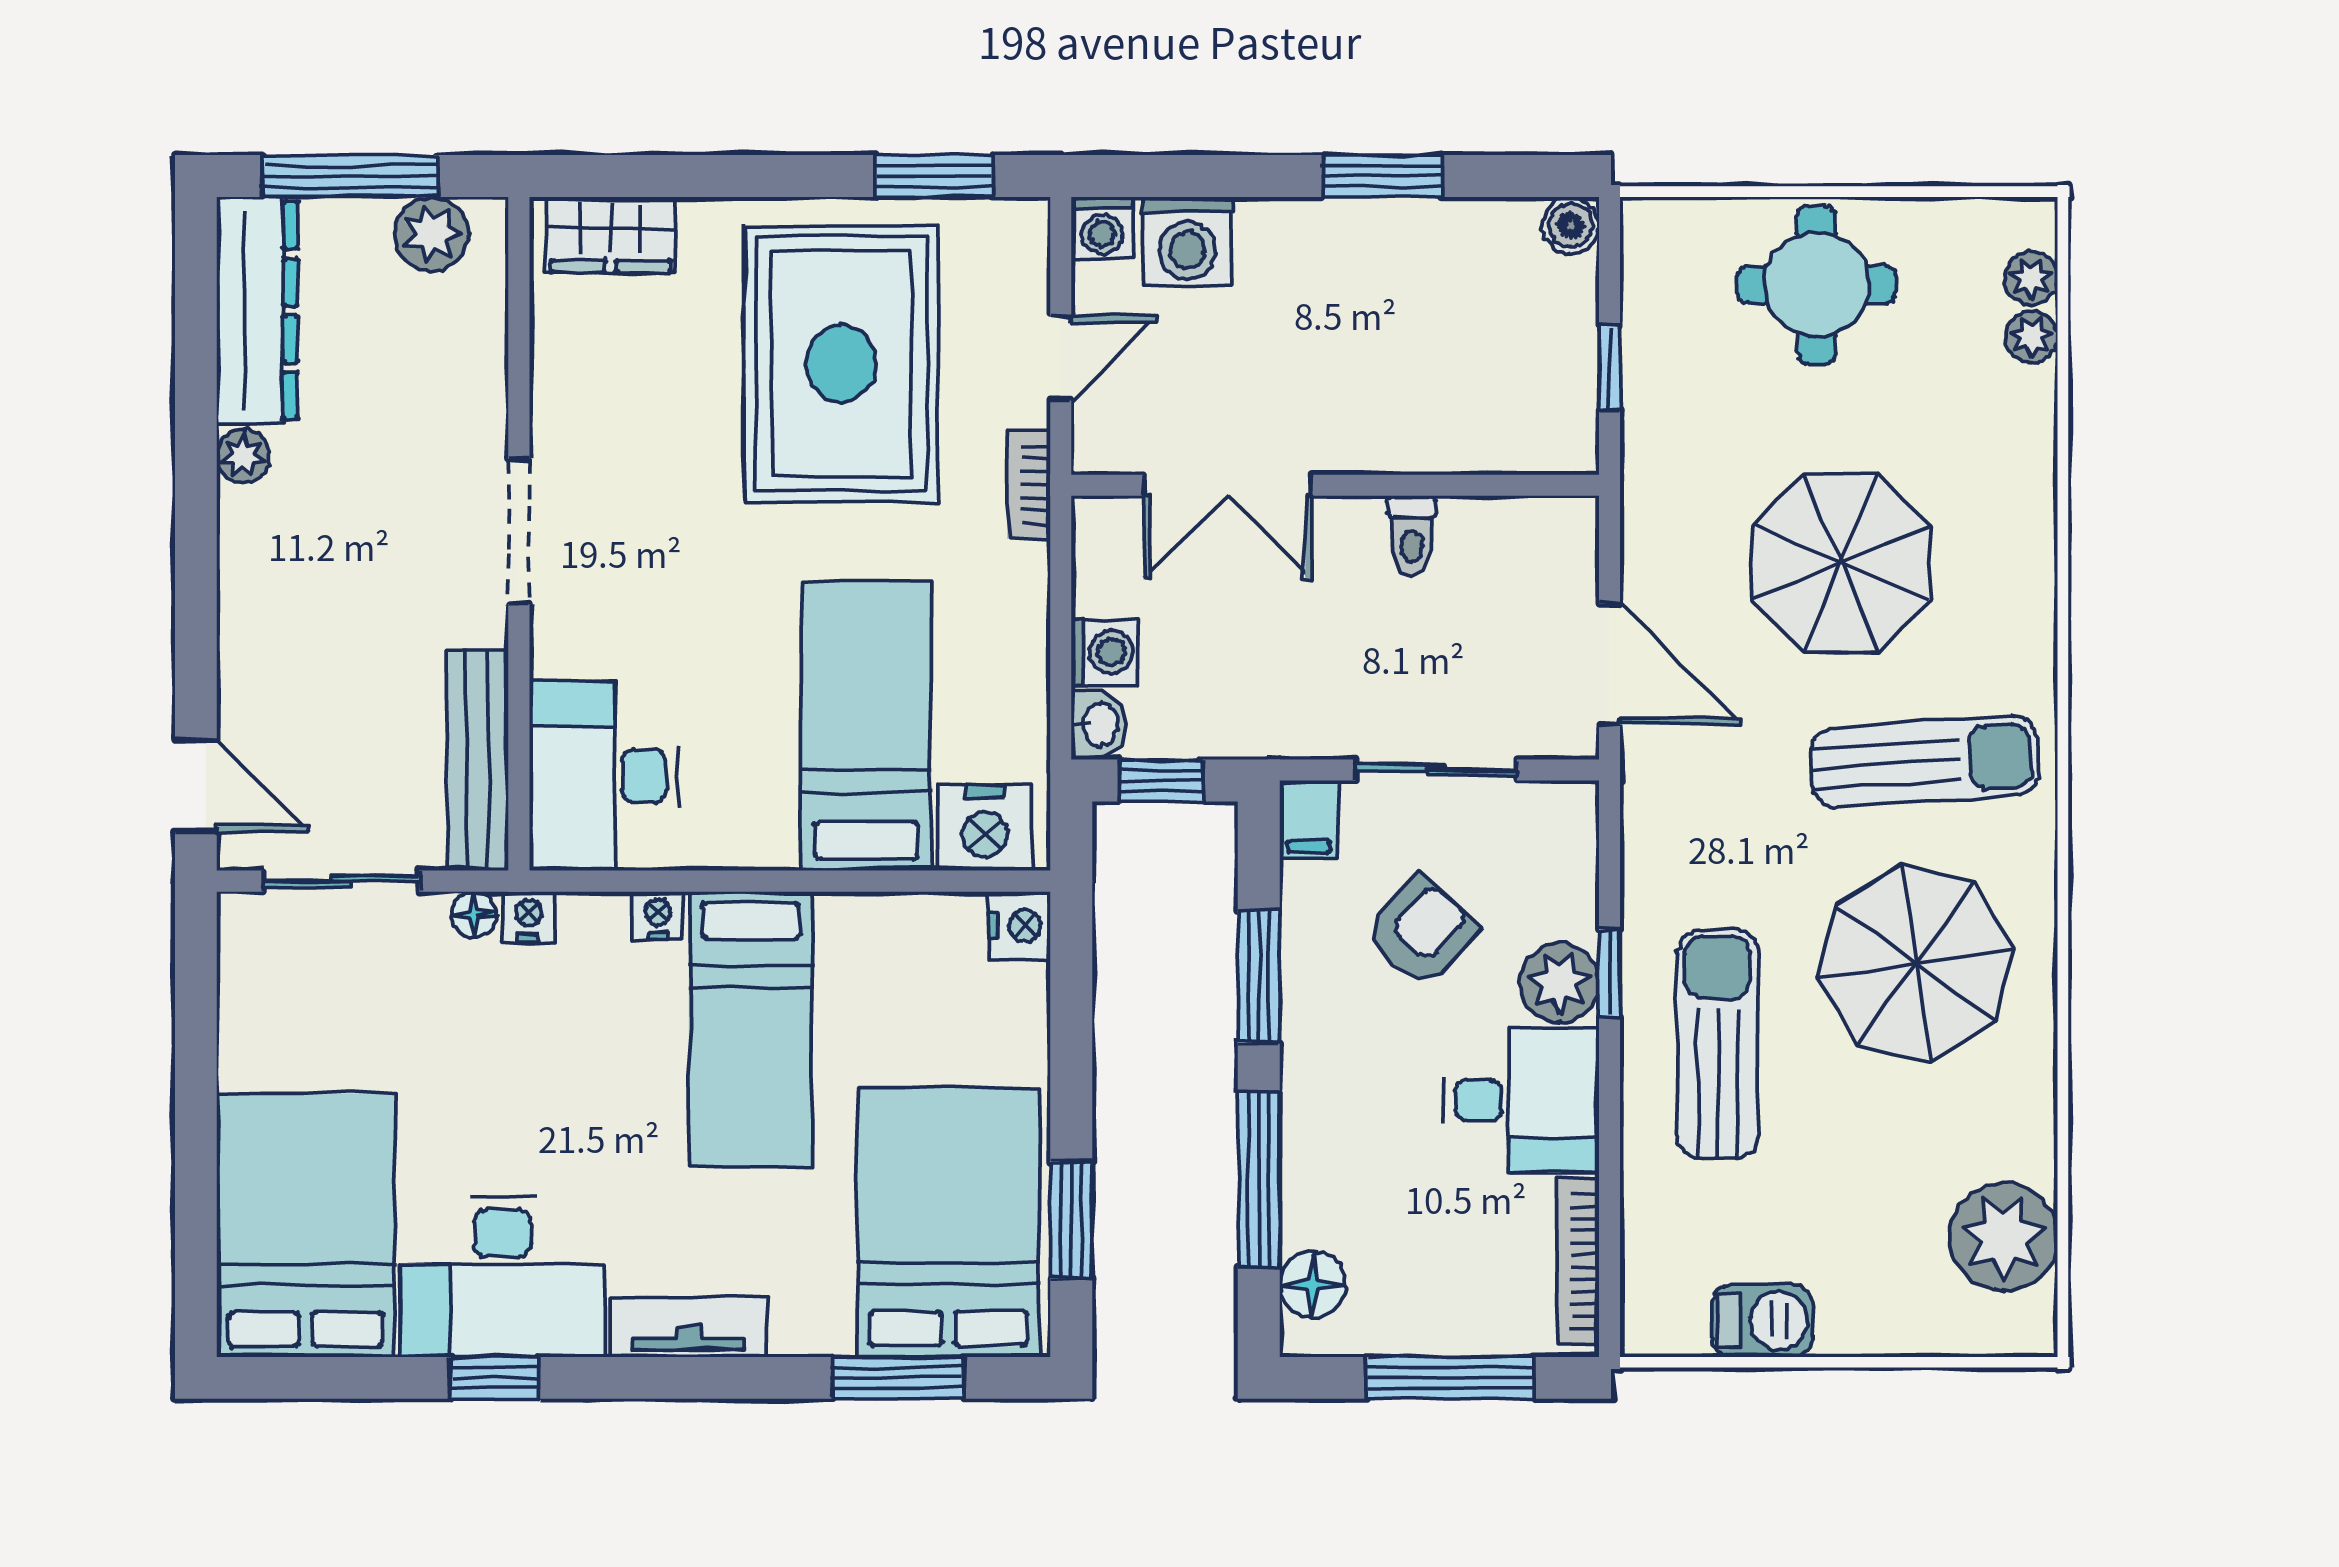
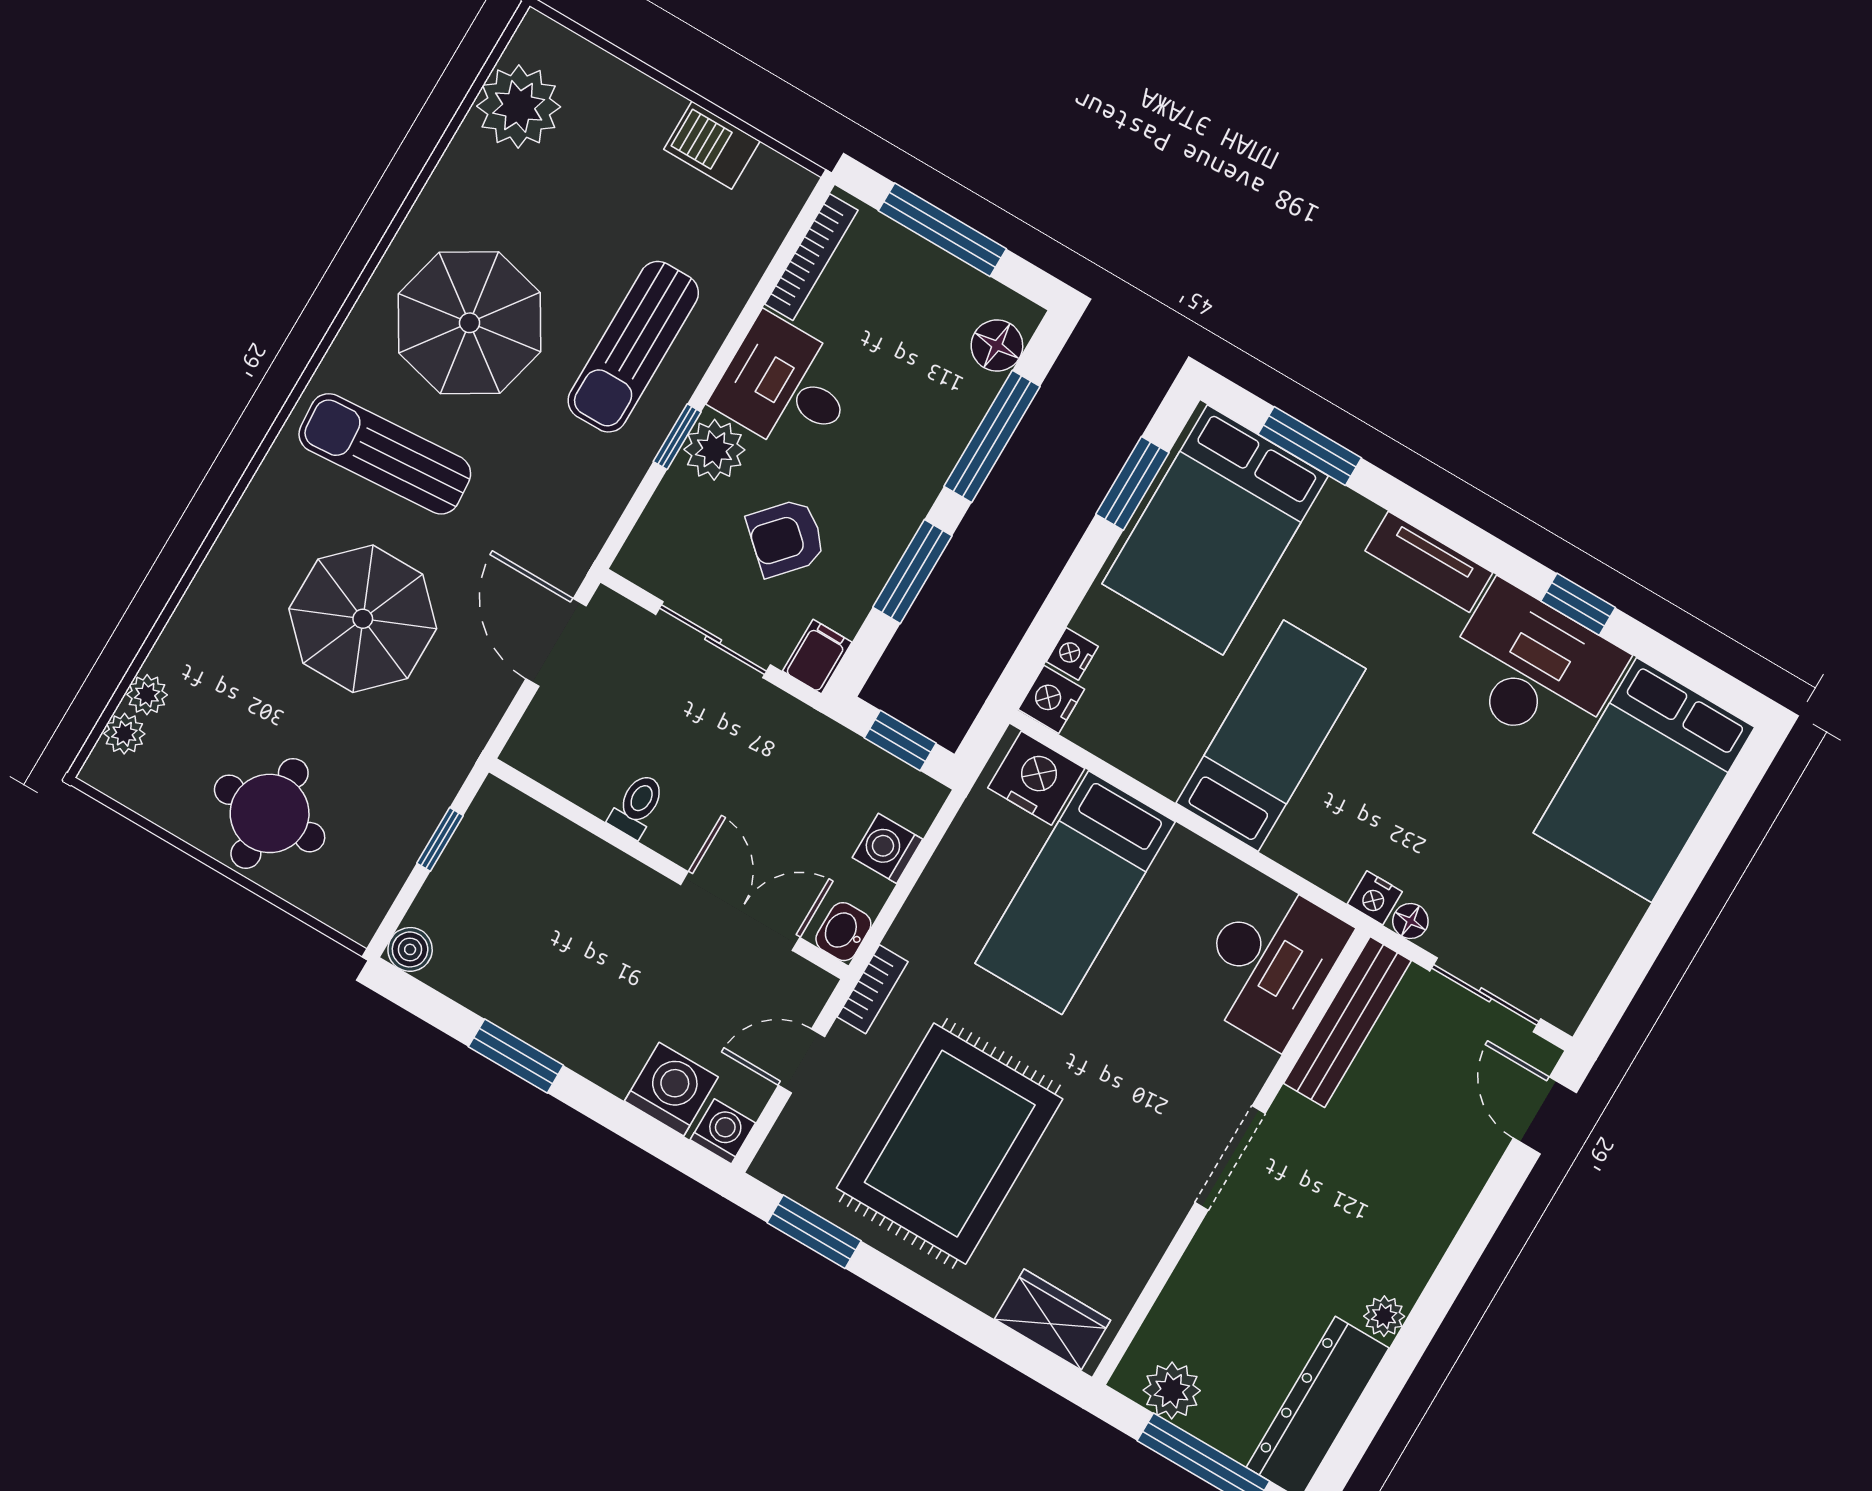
washbasin: (1099, 725) -> (843, 932), moved
nightstand: (658, 916) -> (1072, 654), moved, turned 90

